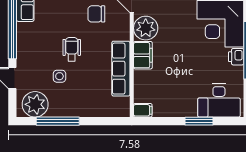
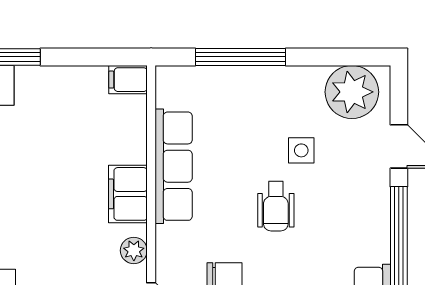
plant: (146, 28) -> (134, 250), width x0.53, depth x0.53
window: (58, 121) -> (240, 57), moved

